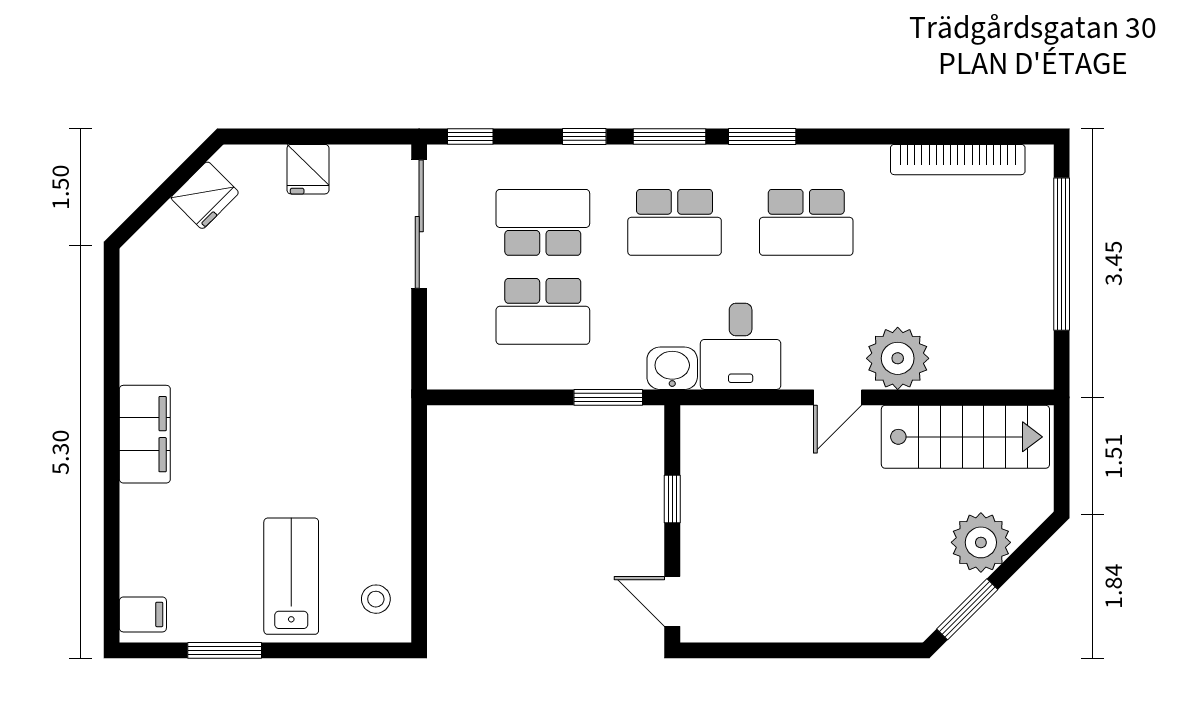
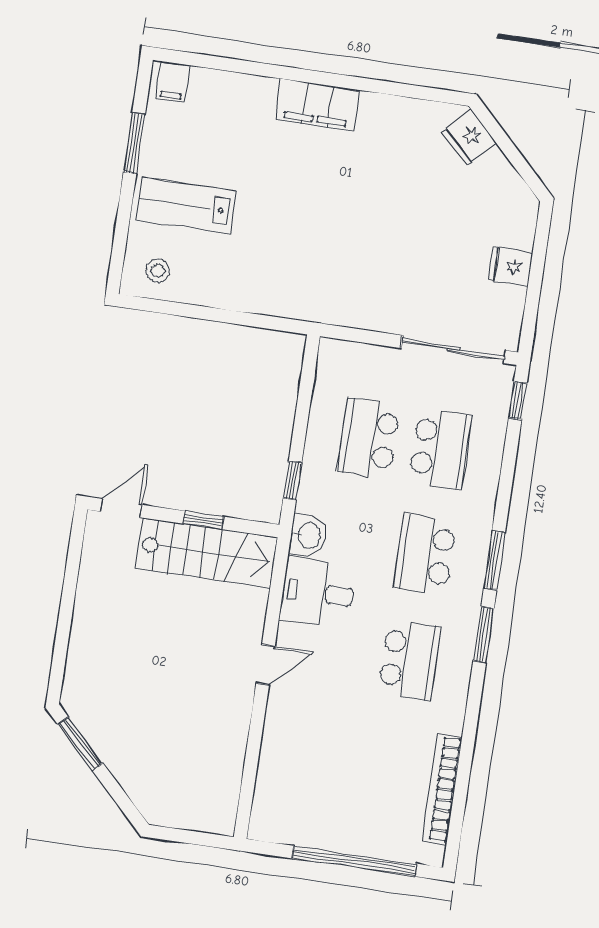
window: (584, 136) -> (504, 492), removed
fridge: (205, 195) -> (469, 137), moved
school desk: (806, 222) -> (410, 660), turned 180
plant: (898, 358) -> (290, 717), removed
window: (608, 397) -> (292, 481), width x0.67
door: (838, 397) -> (266, 665), swing flipped
stairs: (965, 437) -> (207, 553), moved, turned -90
plant: (981, 542) -> (132, 763), removed
lab bench: (291, 576) -> (186, 205), turned 180

